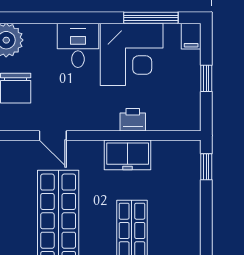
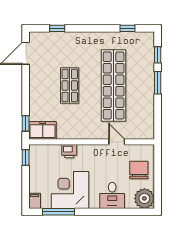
desk: (78, 45) -> (112, 195), moved
window: (206, 78) -> (26, 157), moved
freezer: (128, 155) -> (43, 130), moved

